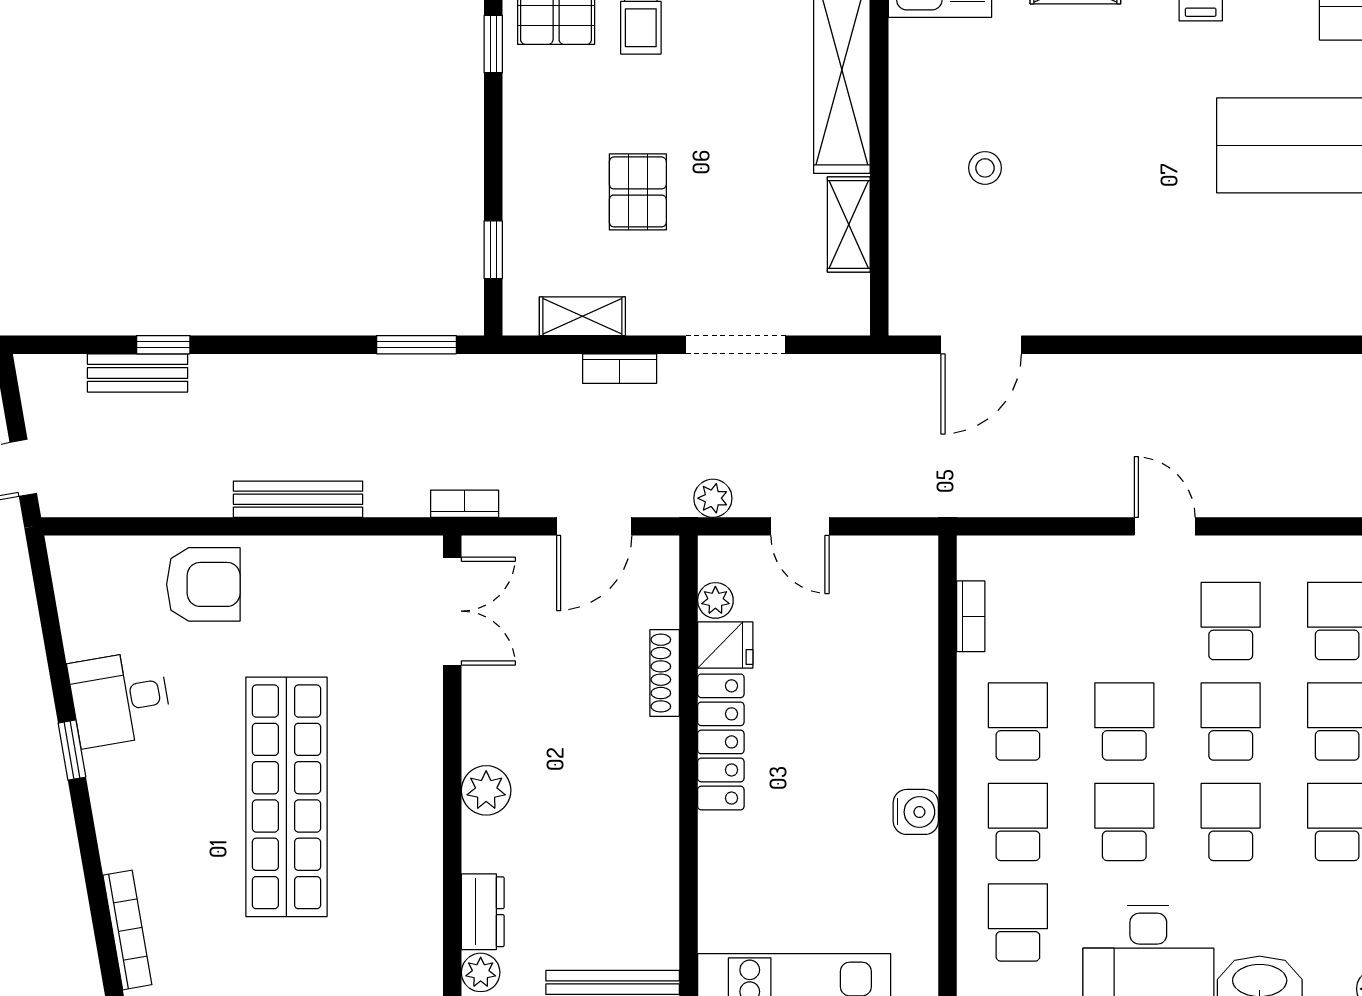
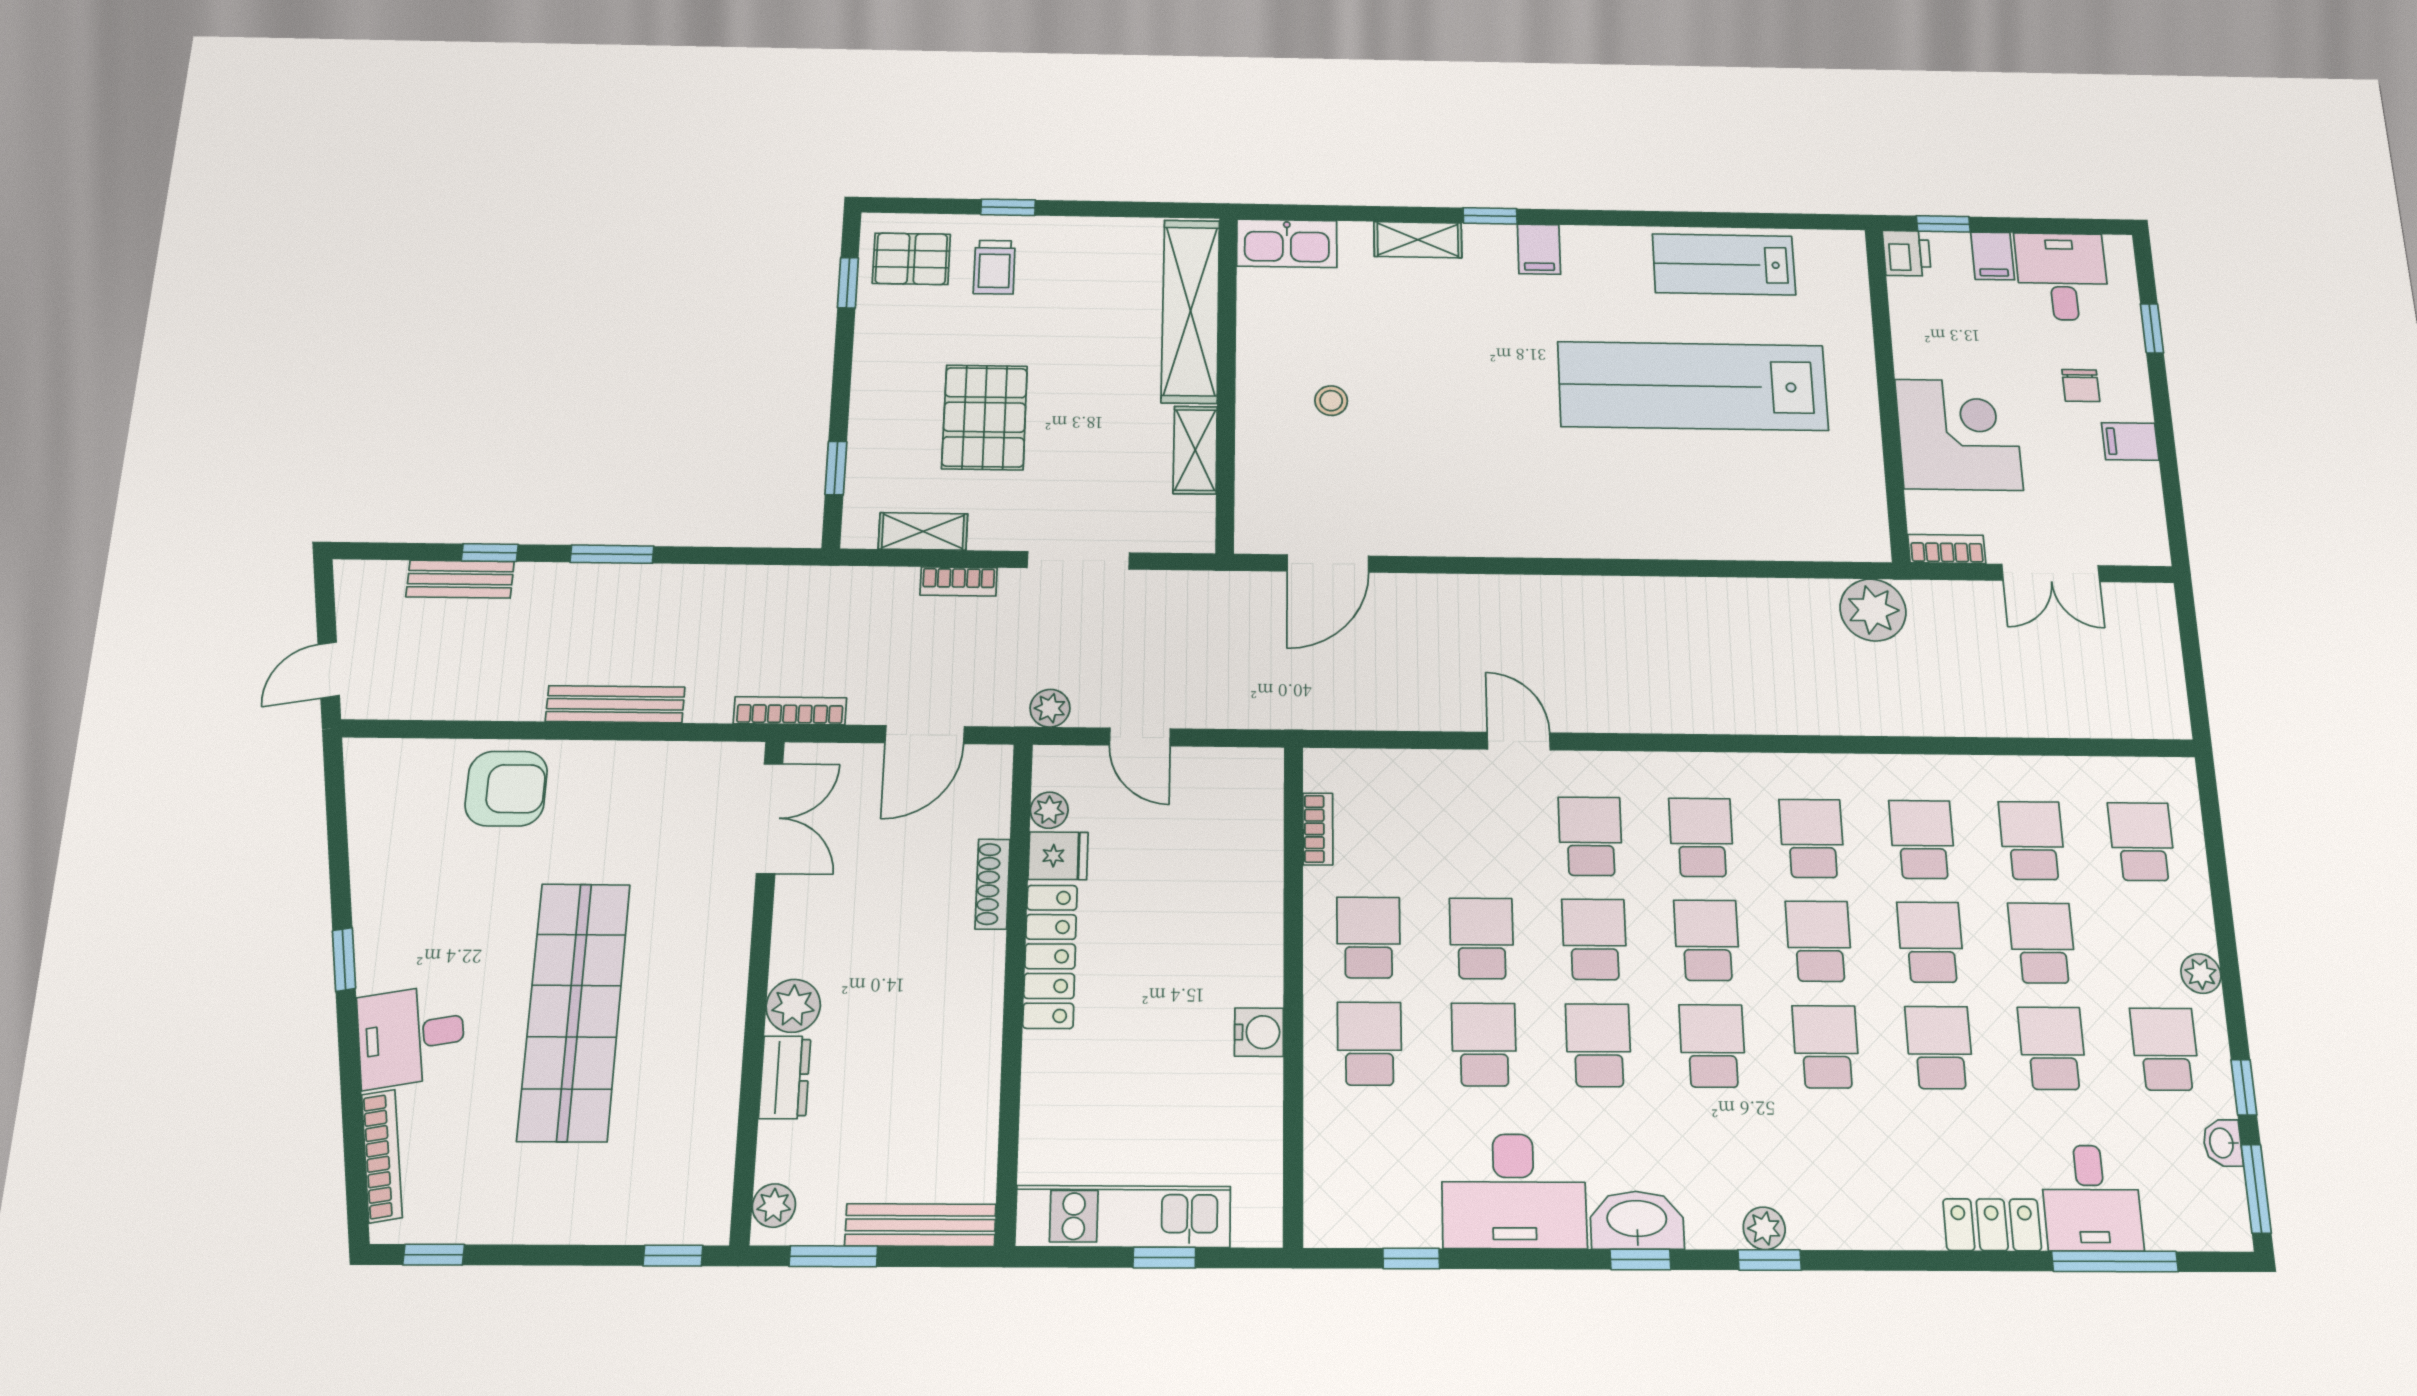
pallet: (638, 192) -> (985, 417), width x1.50, depth x1.42
window: (416, 345) -> (612, 554), moved
bookcase: (465, 504) -> (790, 711), width x1.56
desk: (120, 699) -> (411, 1036), moved
dresser: (483, 912) -> (785, 1077), moved
school desk: (1018, 922) -> (1370, 1153), removed

